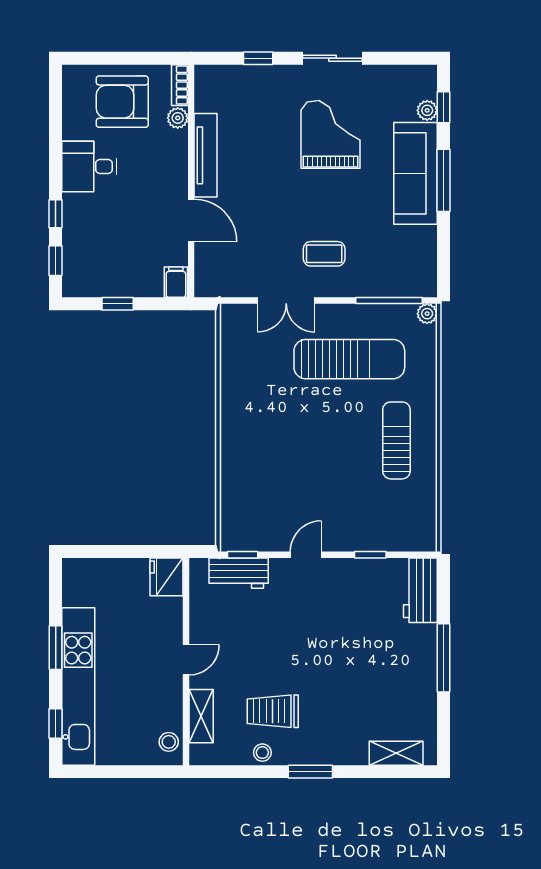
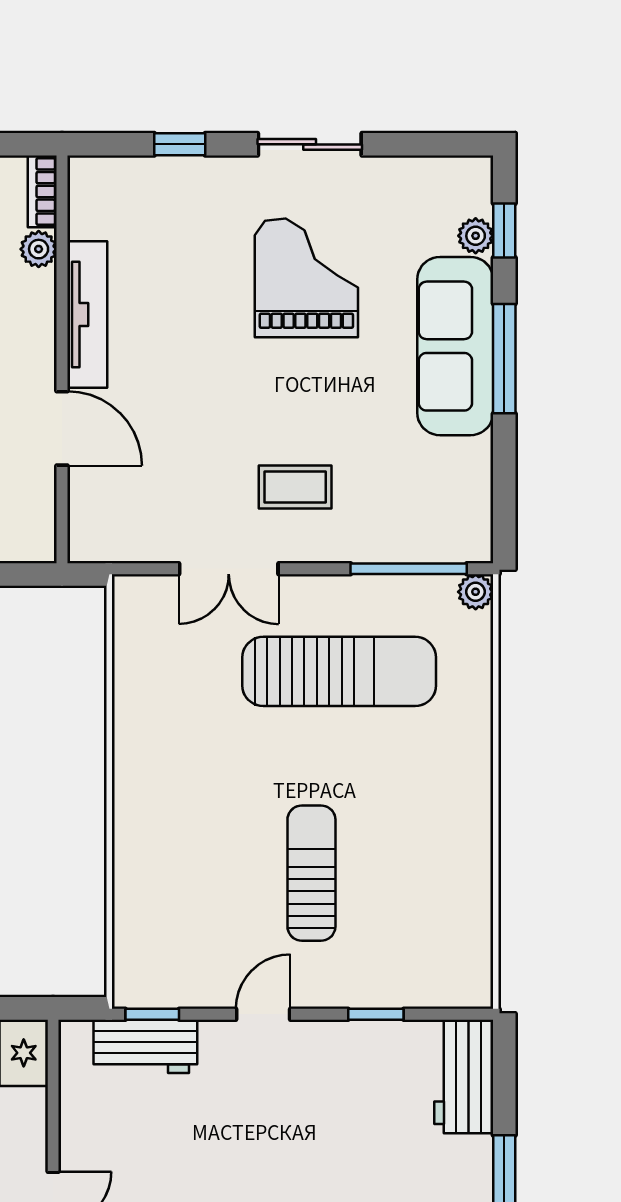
filing cabinet: (176, 282) -> (35, 537), removed
sun lounger: (396, 440) -> (311, 873), moved

